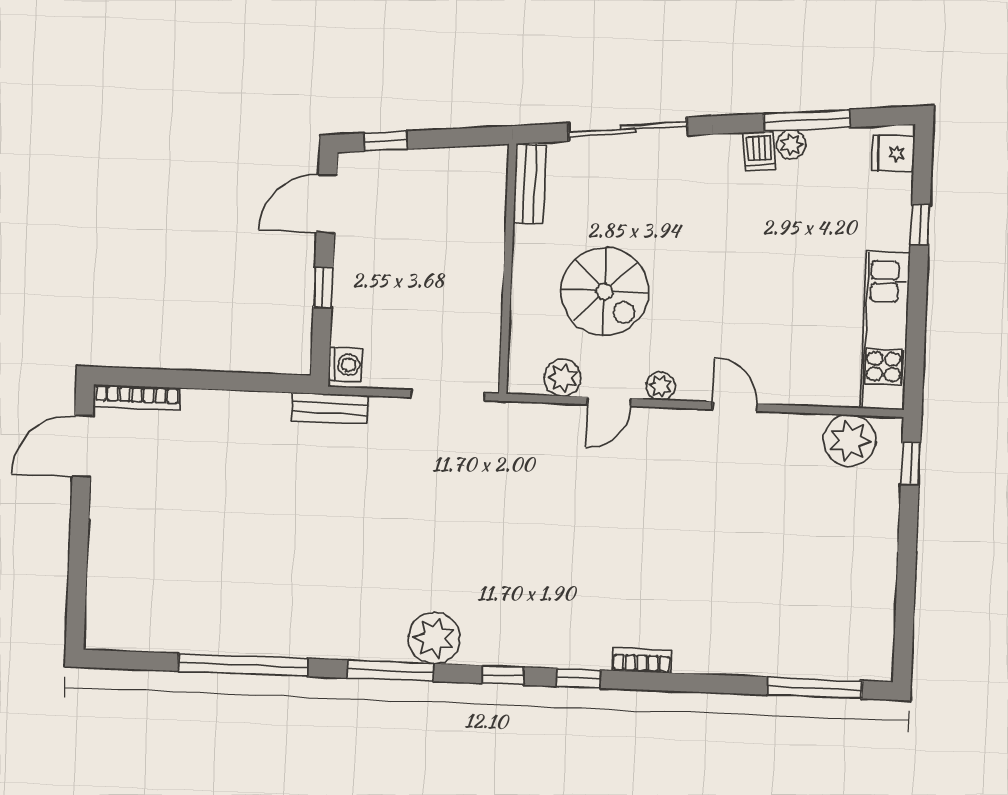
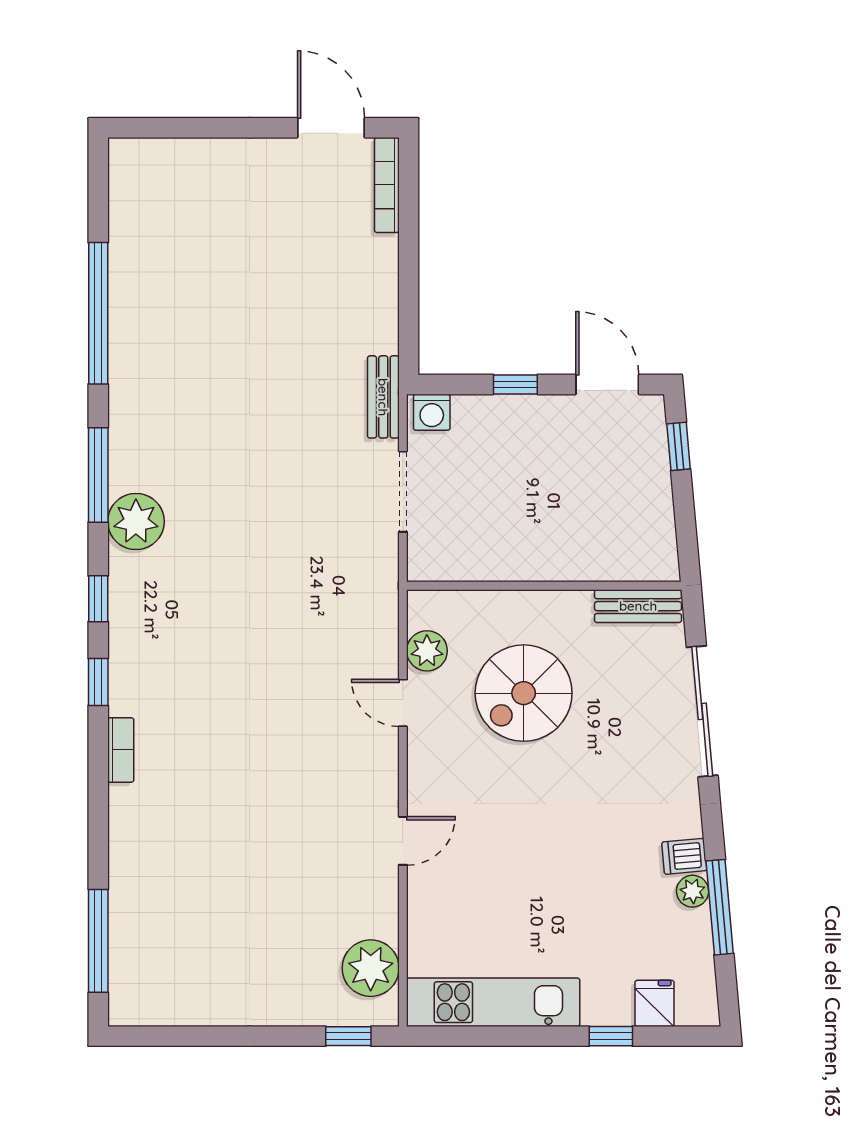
fridge: (893, 153) -> (654, 1003), moved
plant: (661, 386) -> (422, 759), removed
doorway: (447, 395) -> (403, 492), moved

